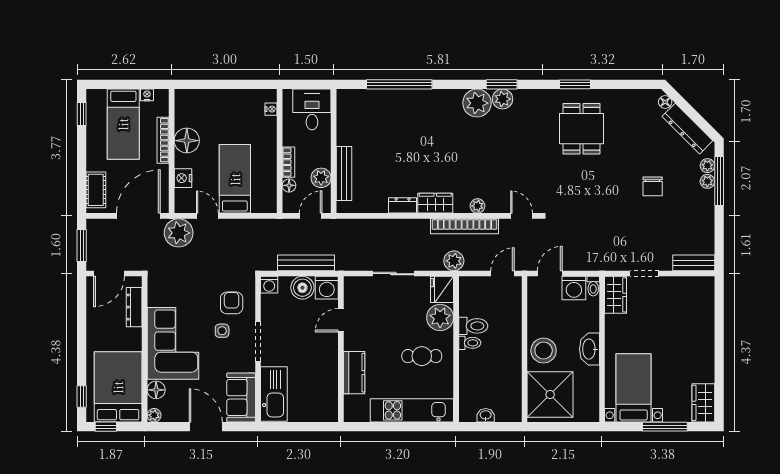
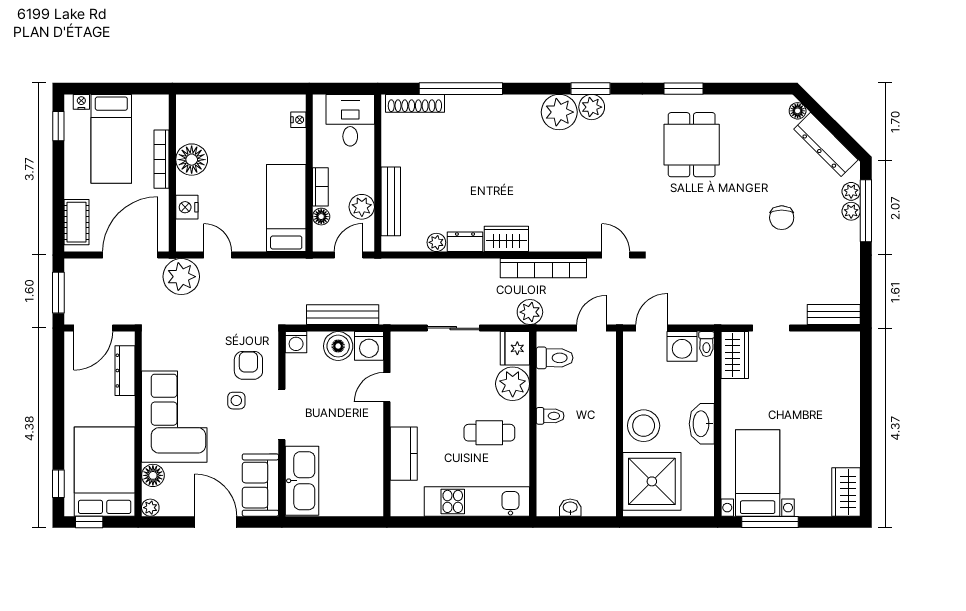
nightstand: (147, 95) -> (81, 102), moved
shoe rack: (363, 96) -> (415, 103), added
bed: (235, 179) -> (286, 208), moved
plant: (477, 206) -> (436, 242), moved
toilet: (473, 326) -> (555, 358), moved
window: (665, 427) -> (770, 522), moved

